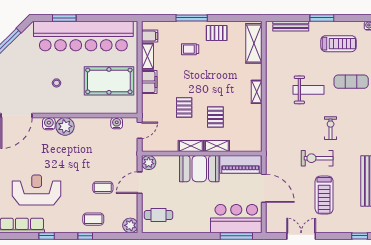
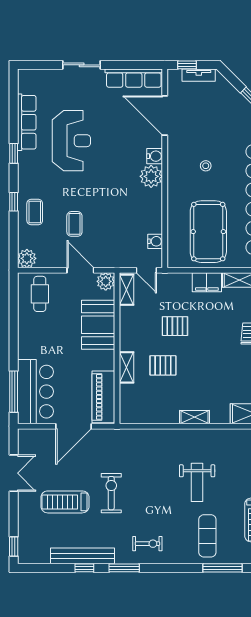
exercise bike: (331, 128) -> (147, 544), moved
shelving: (191, 146) -> (126, 290), moved
booth: (199, 169) -> (98, 325), moved

